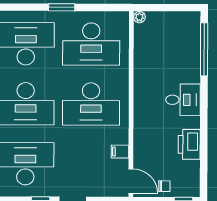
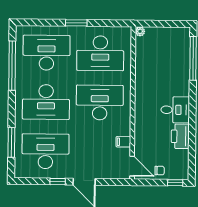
desk: (183, 100) -> (175, 110), moved
desk: (91, 104) -> (100, 103), turned 180

